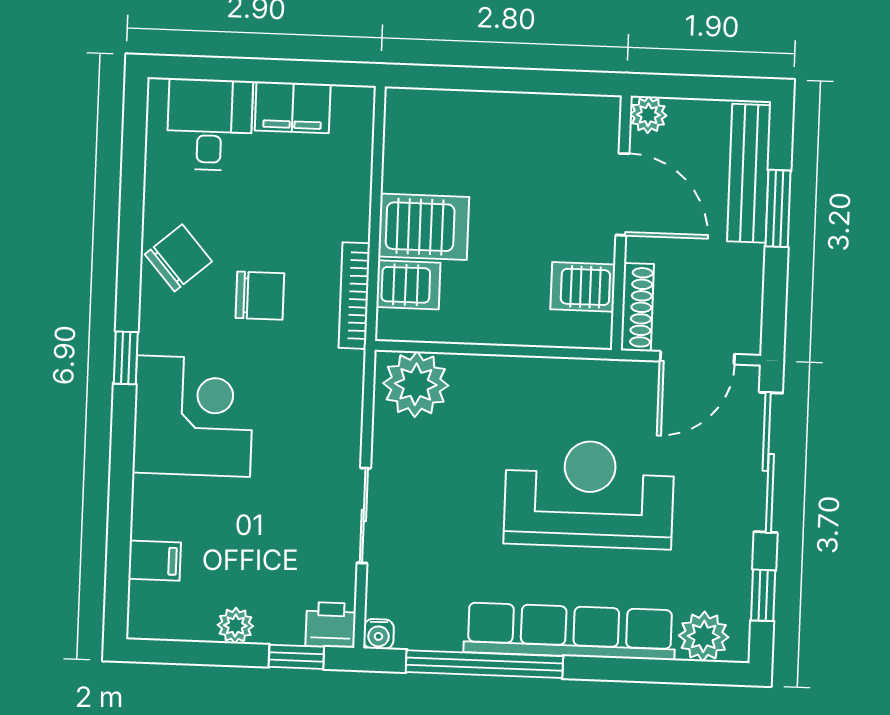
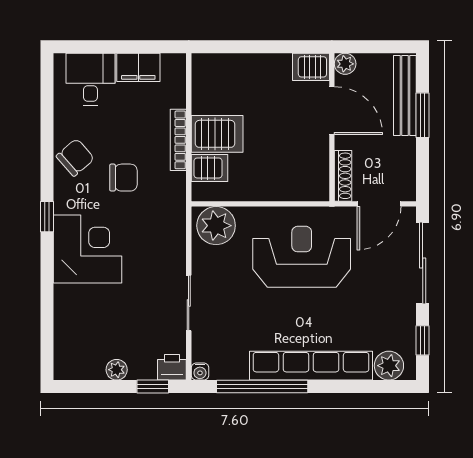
server rack: (583, 287) -> (311, 67), moved
bookcase: (354, 296) -> (178, 140), moved
reception desk: (589, 494) -> (302, 257), moved
filing cabinet: (155, 561) -> (68, 334), removed

